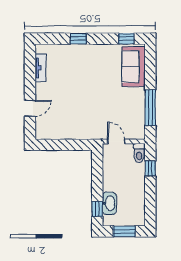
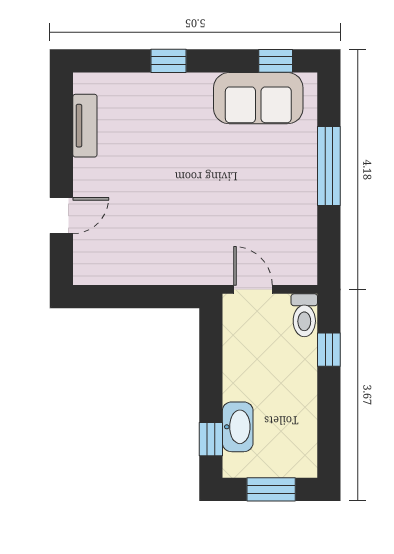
sofa: (133, 67) -> (258, 98), moved, turned -90
window: (150, 108) -> (329, 166), moved

